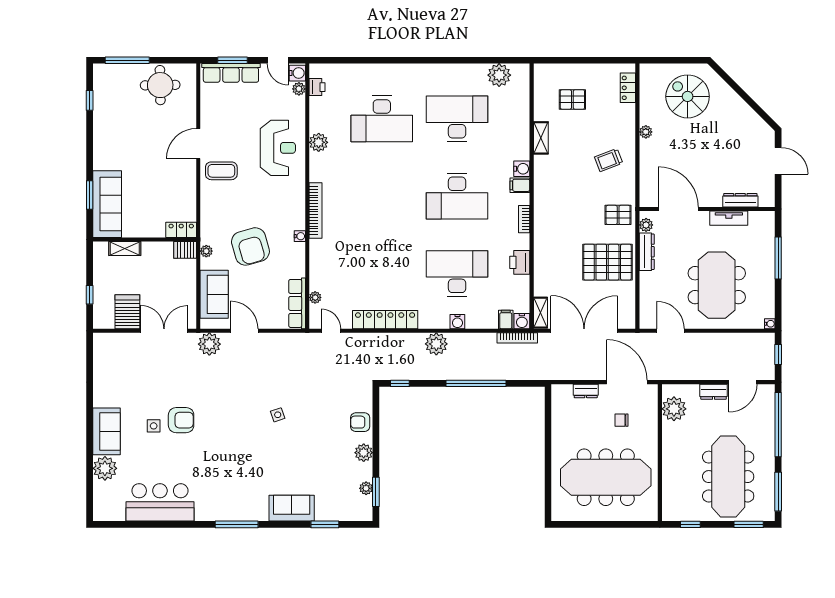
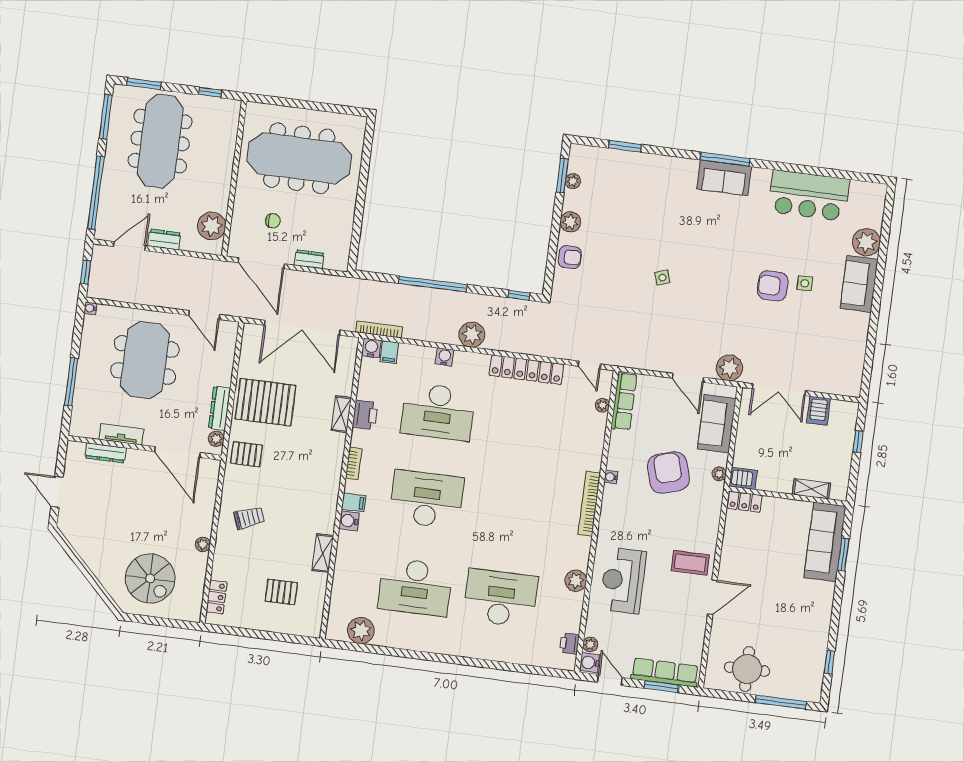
server rack: (127, 312) -> (818, 411), width x0.73, depth x0.70
shelving: (540, 313) -> (341, 414), moved
sofa: (292, 508) -> (724, 178), moved

